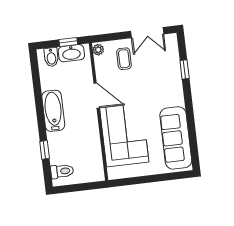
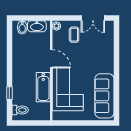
window: (68, 42) -> (36, 18), removed
window: (185, 69) -> (117, 48), removed
bathtub: (53, 111) -> (43, 87), moved, turned 180

